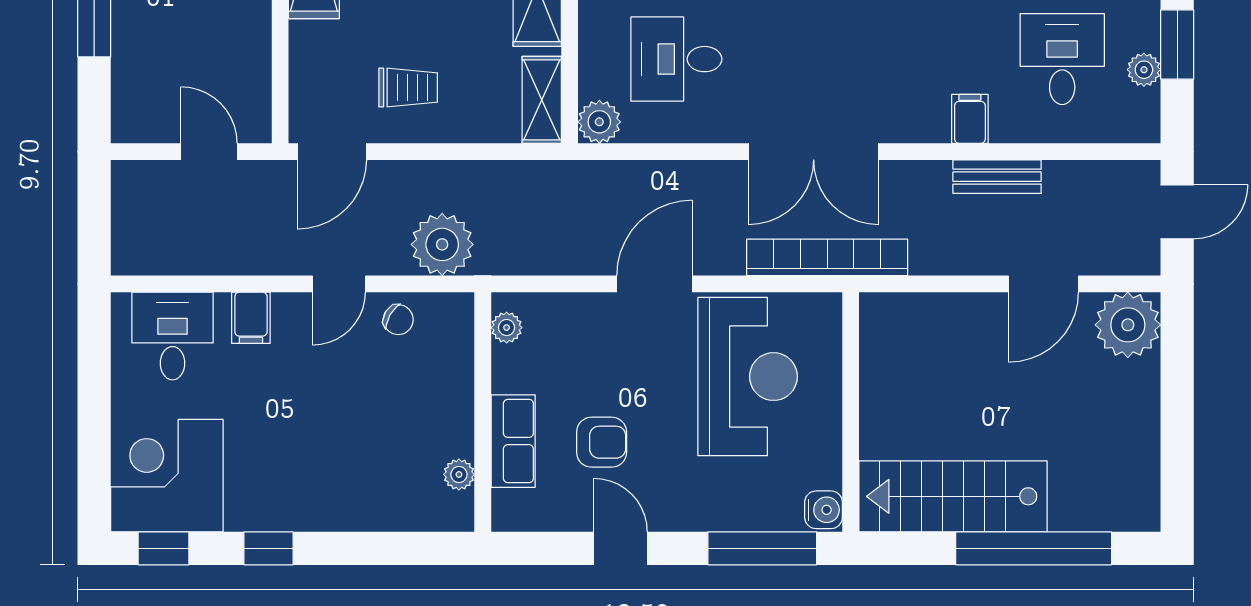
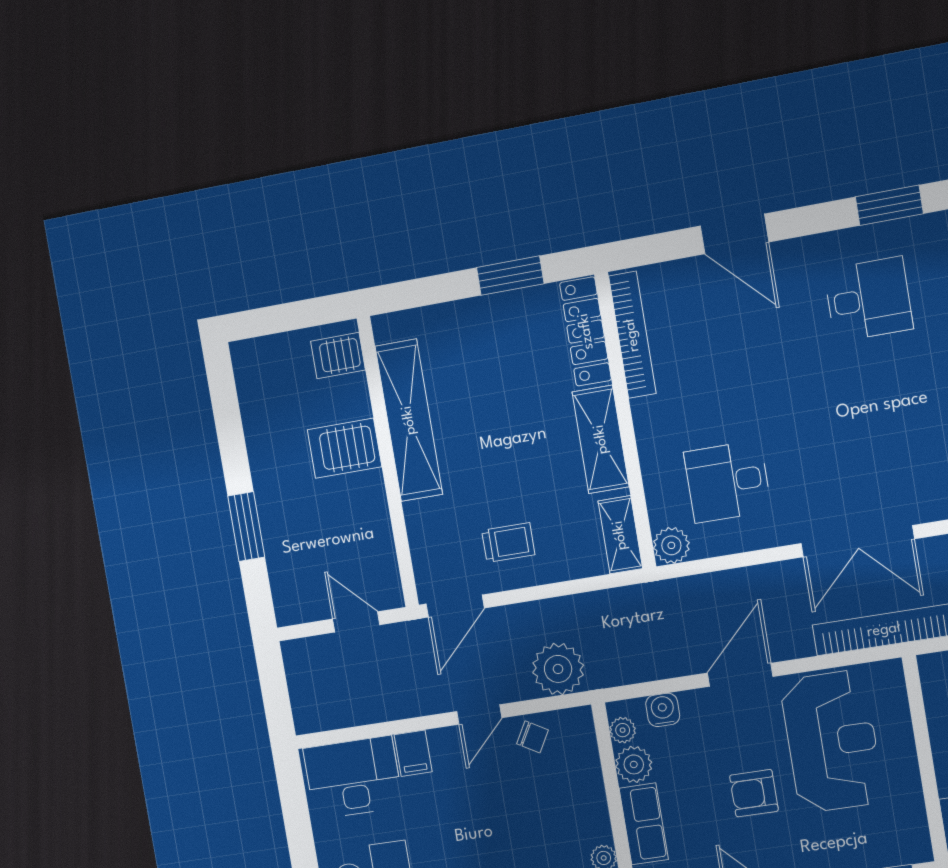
desk: (173, 336) -> (353, 778), width x1.37
plant: (513, 370) -> (634, 764), added
armchair: (602, 442) -> (754, 793), moved, turned 180
water cooler: (824, 510) -> (663, 710), moved, turned -90

